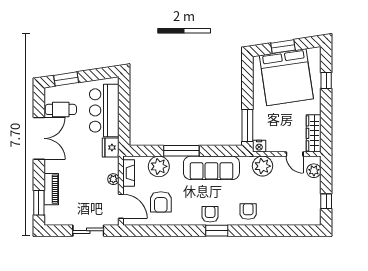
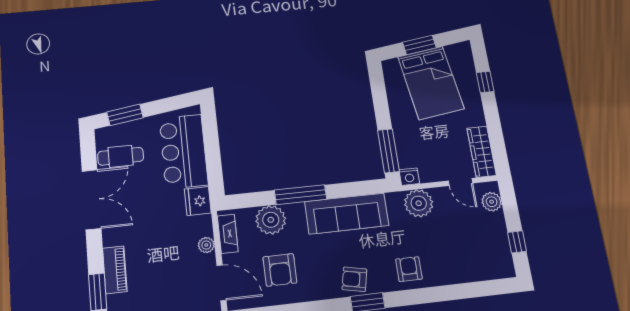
bed: (286, 77) -> (431, 83), width x0.73
armchair: (210, 214) -> (354, 279), turned -78

